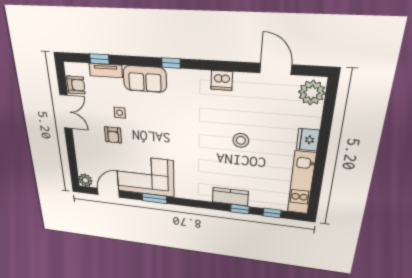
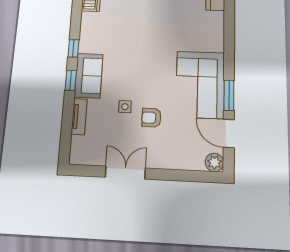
window: (99, 59) -> (71, 80), moved
armchair: (76, 85) -> (94, 154), removed
armchair: (113, 135) -> (151, 118), turned 180
window: (154, 198) -> (229, 95), moved

